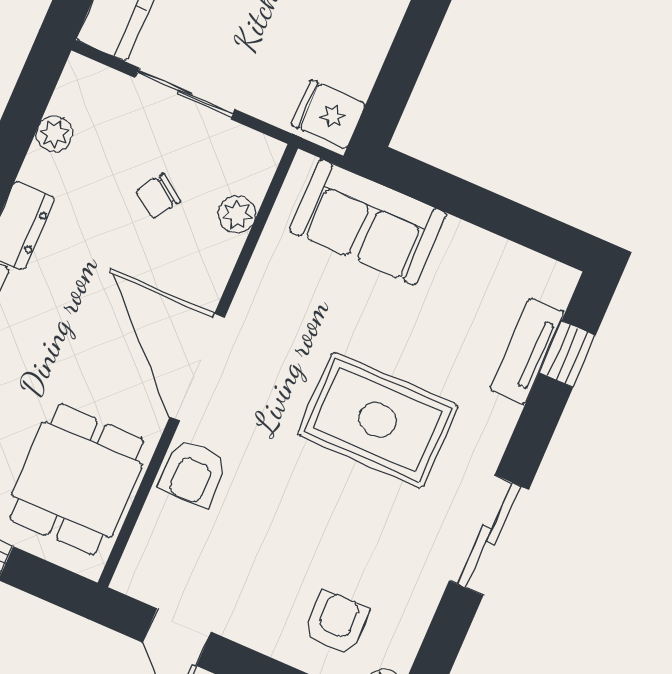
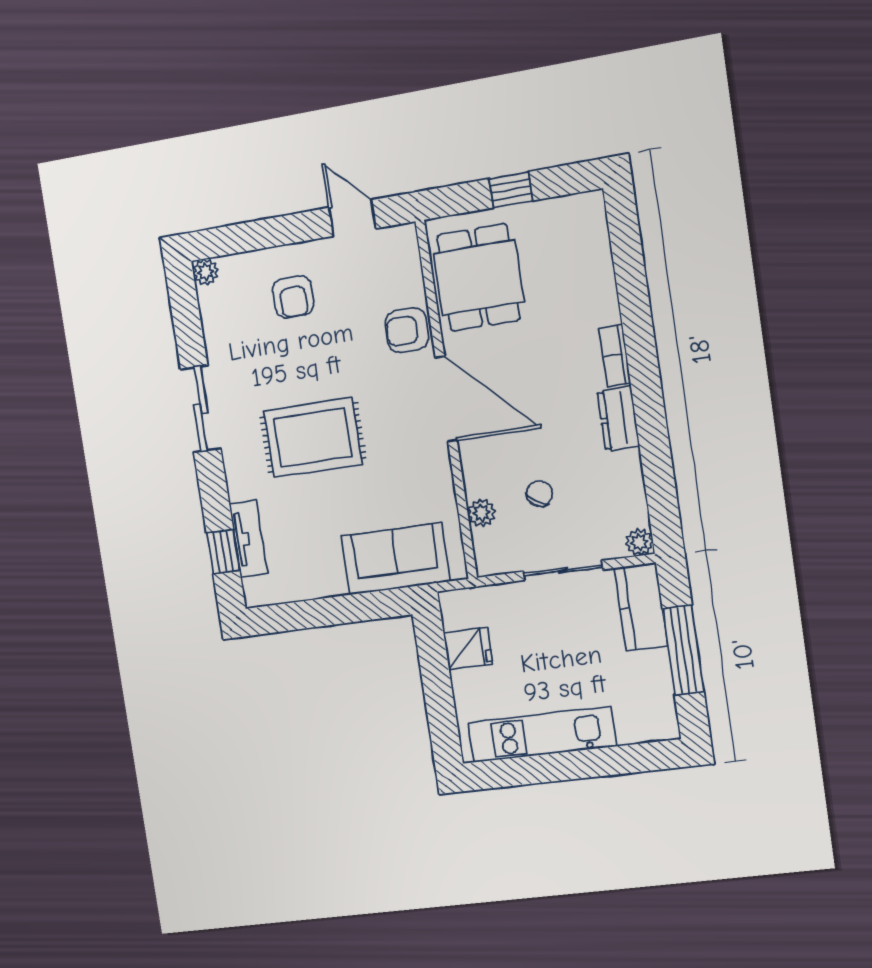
fridge: (329, 114) -> (468, 648), moved
plant: (54, 134) -> (639, 542), moved
armchair: (193, 473) -> (407, 330), turned -90
armchair: (336, 622) -> (293, 297), moved

